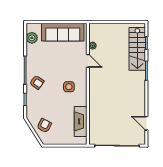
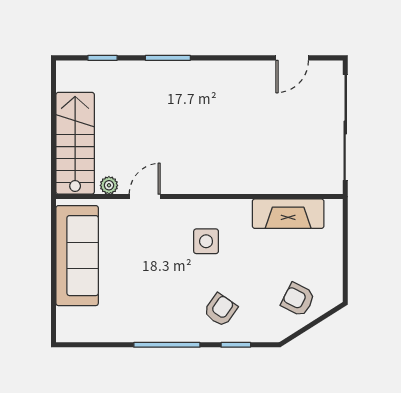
plant: (32, 38) -> (90, 329), removed
stairs: (137, 49) -> (75, 143), moved, turned -90
armchair: (37, 82) -> (221, 310), moved

